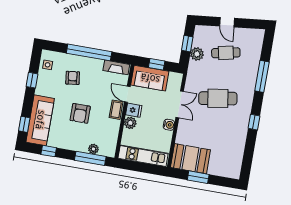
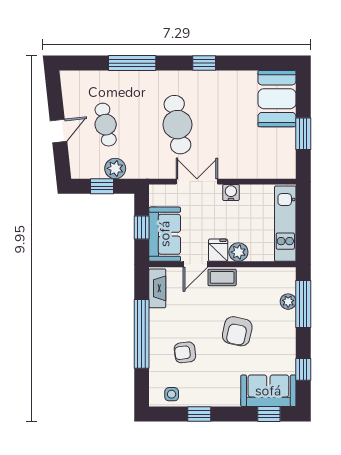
armchair: (80, 113) -> (237, 331), turned 102
sofa: (40, 120) -> (268, 391), width x0.73
booth: (190, 159) -> (277, 99), moved

